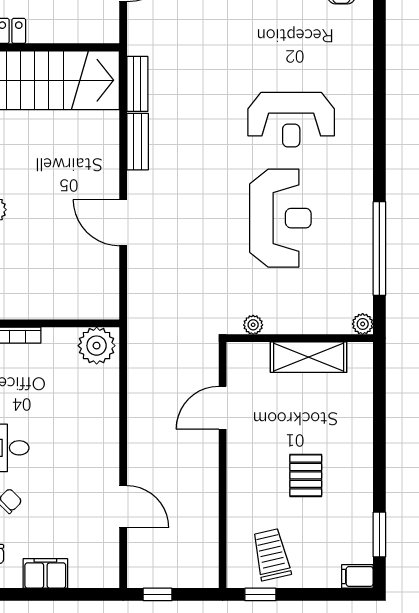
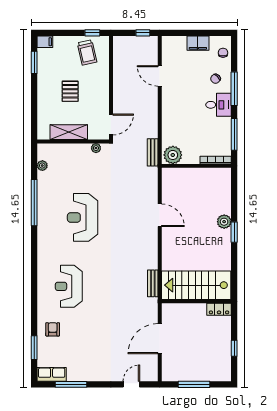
reception desk: (291, 120) -> (69, 286), moved, turned -90
bench: (138, 142) -> (153, 152), moved
plant: (253, 325) -> (96, 148), moved
wall: (300, 338) -> (73, 142), moved
shelving: (309, 357) -> (69, 132), moved

